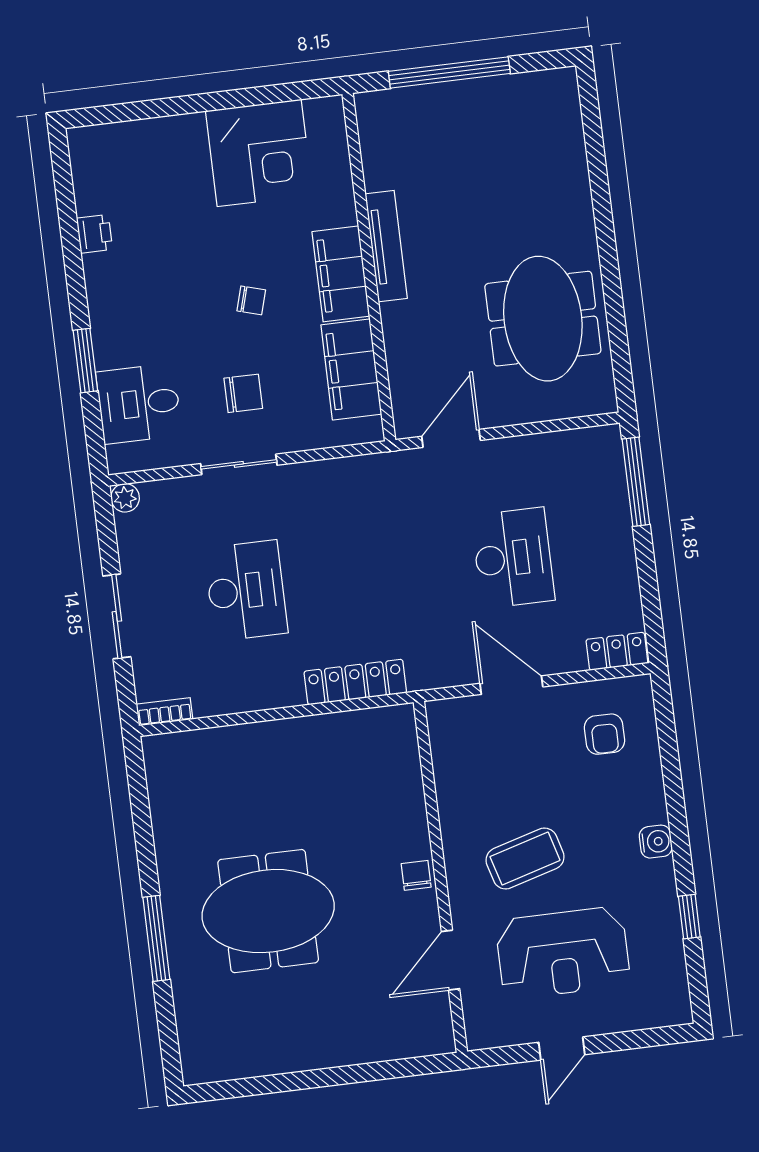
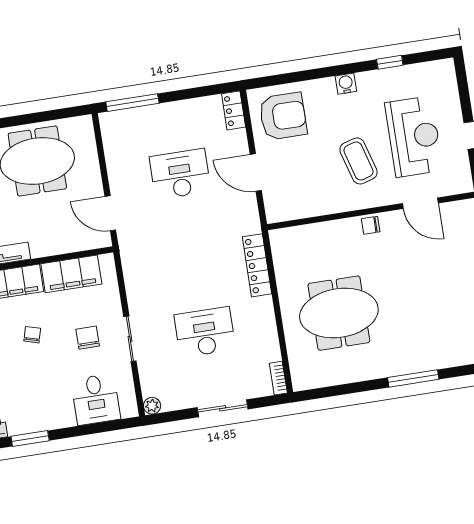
window: (85, 361) -> (30, 438), moved
door: (511, 685) -> (256, 172), hinge flipped
armchair: (605, 734) -> (283, 116), width x1.88, depth x1.88
meeting table: (268, 911) -> (339, 313), moved, turned 90

